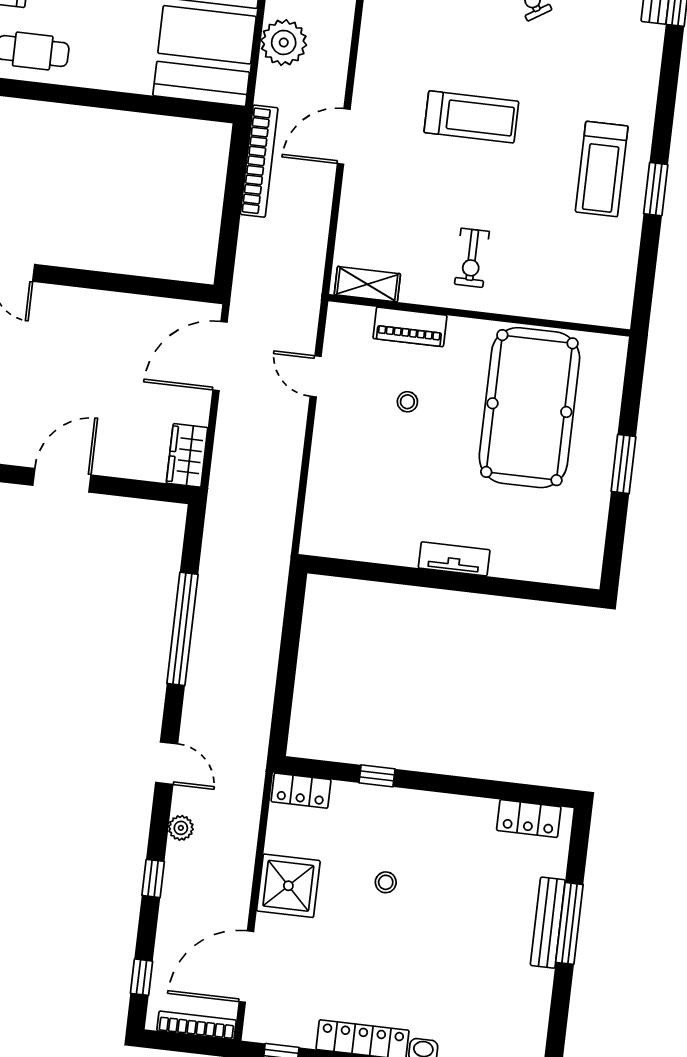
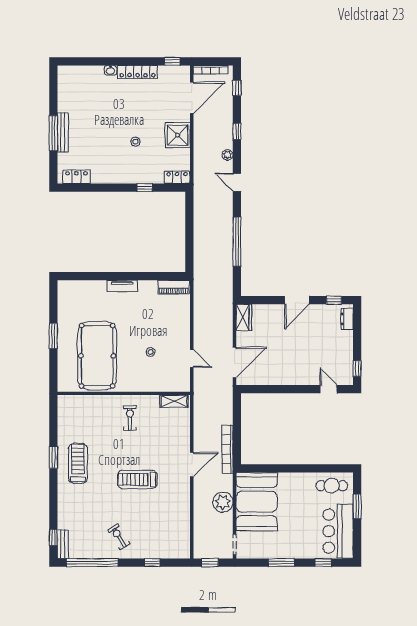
piano: (410, 327) -> (174, 287), moved, turned 180

